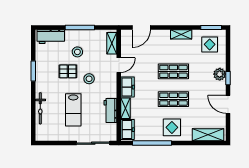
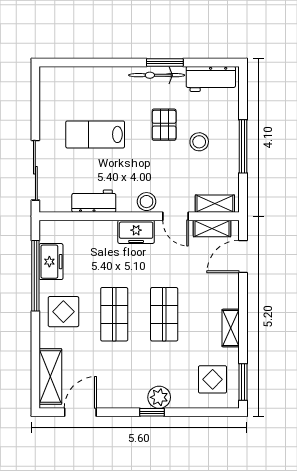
door: (141, 28) -> (243, 257), hinge flipped
workbench: (51, 37) -> (211, 79), moved, turned -90
stool: (89, 79) -> (146, 202), moved
door: (228, 104) -> (80, 412), moved
bicycle: (40, 108) -> (157, 75), moved
shelving: (126, 108) -> (212, 228), moved
freezer: (128, 130) -> (51, 262), moved, turned -90

